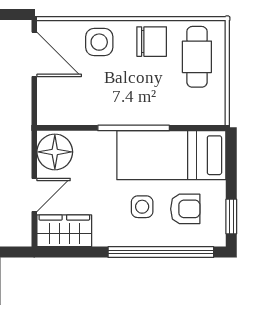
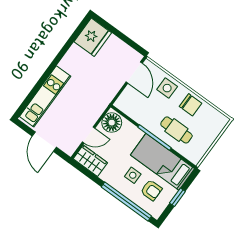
cafe table: (197, 57) -> (176, 130), moved, turned 90
window: (231, 216) -> (177, 197), moved

